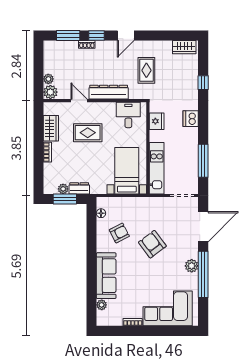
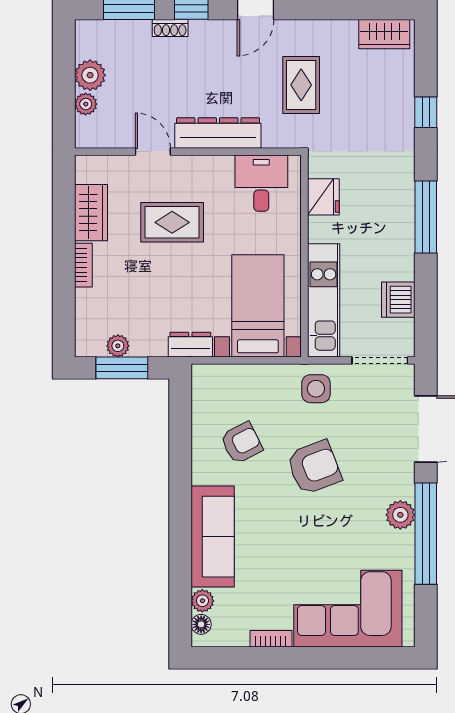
plant: (50, 92) -> (90, 75), moved
dishwasher: (191, 119) -> (398, 300), moved
window: (203, 161) -> (426, 217), moved
dresser: (79, 188) -> (190, 345), moved
side table: (153, 208) -> (316, 389), added
floor lamp: (101, 213) -> (201, 624), moved
armchair: (152, 244) -> (314, 467), turned 106

